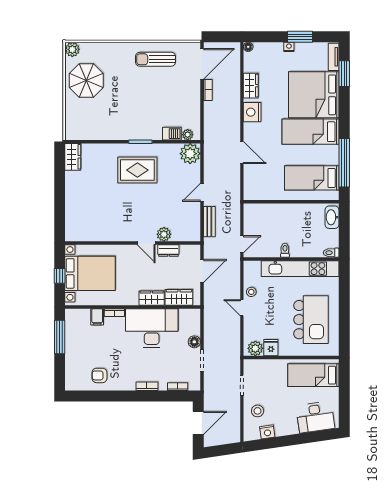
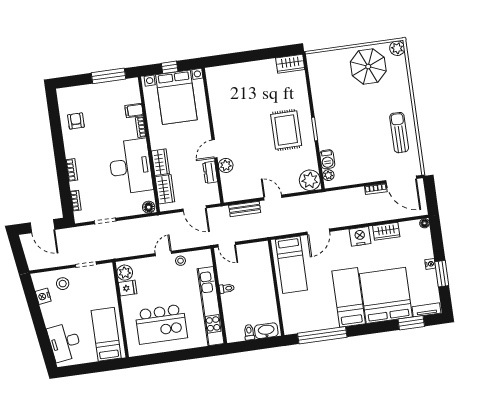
bed: (312, 178) -> (291, 265), moved, turned 180
toilet: (331, 253) -> (249, 332), moved
floor lamp: (194, 342) -> (149, 207), moved

